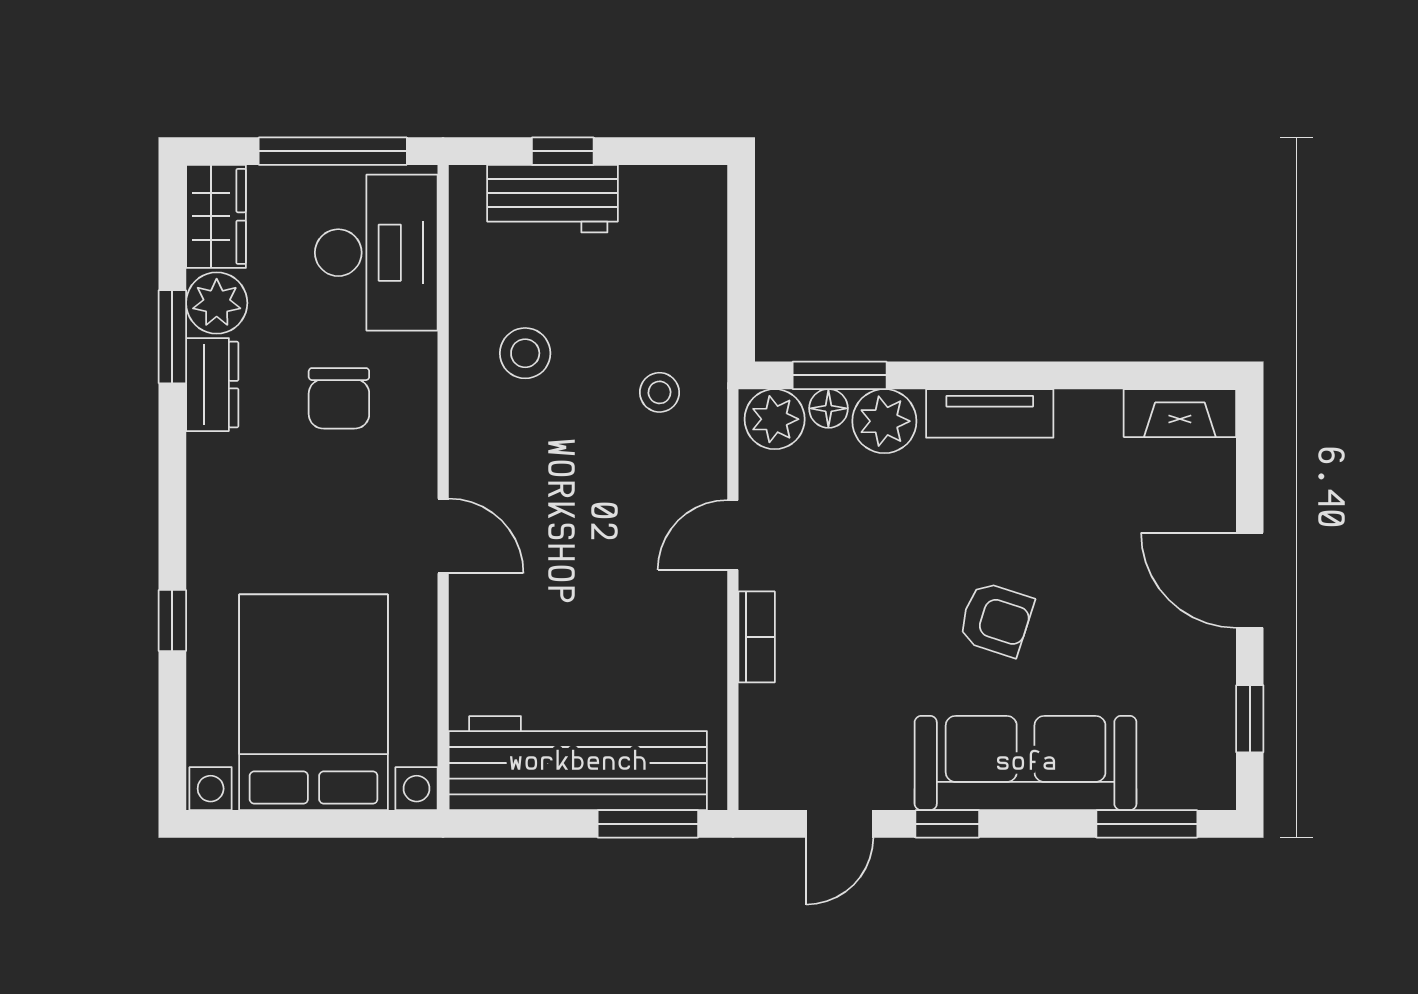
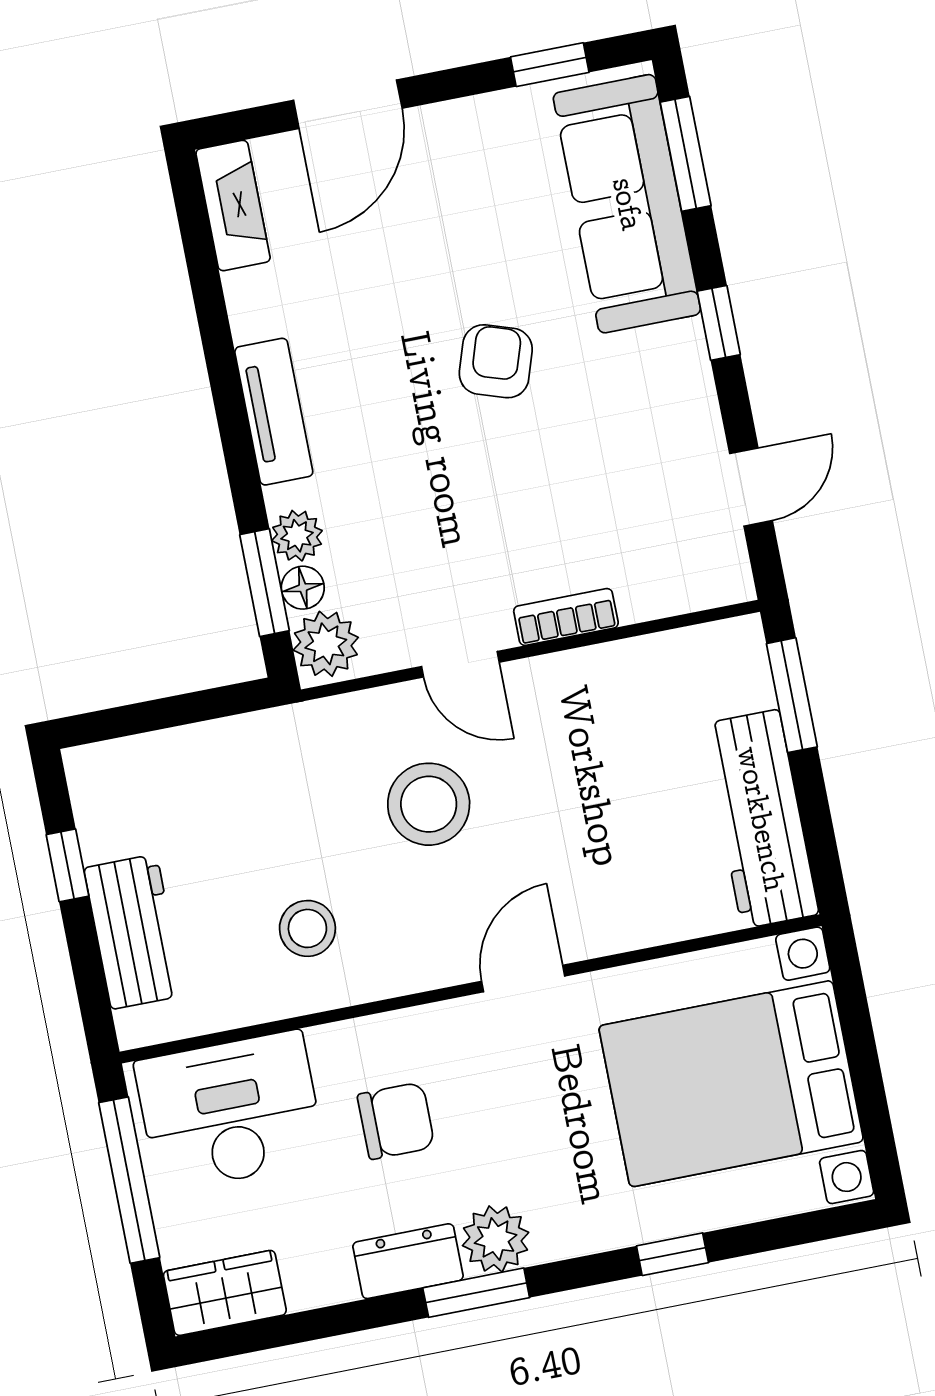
window: (563, 151) -> (67, 865), moved
plant: (217, 303) -> (496, 1239), moved
window: (172, 337) -> (476, 1293), moved
stool: (659, 392) -> (429, 804), moved, width x1.89, depth x1.89
plant: (884, 421) -> (297, 536), width x0.73, depth x0.73
door: (1250, 580) -> (348, 104), moved
workbench: (578, 763) -> (761, 819), width x0.73, depth x0.76
sofa: (1026, 763) -> (627, 204), moved
door: (840, 824) -> (751, 487), hinge flipped
window: (947, 824) -> (719, 323), moved

